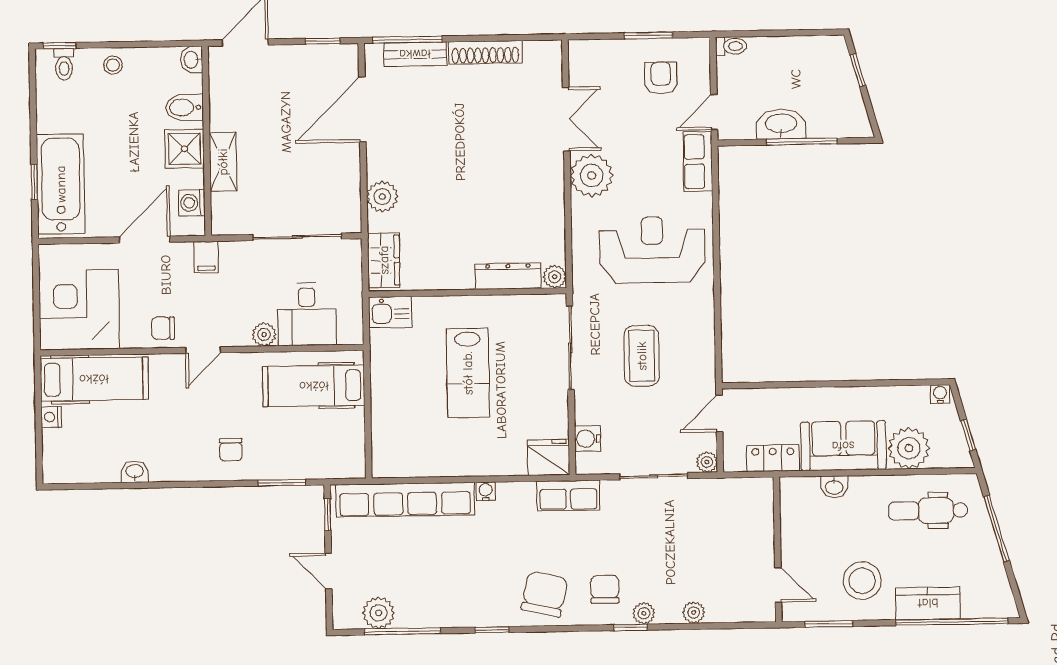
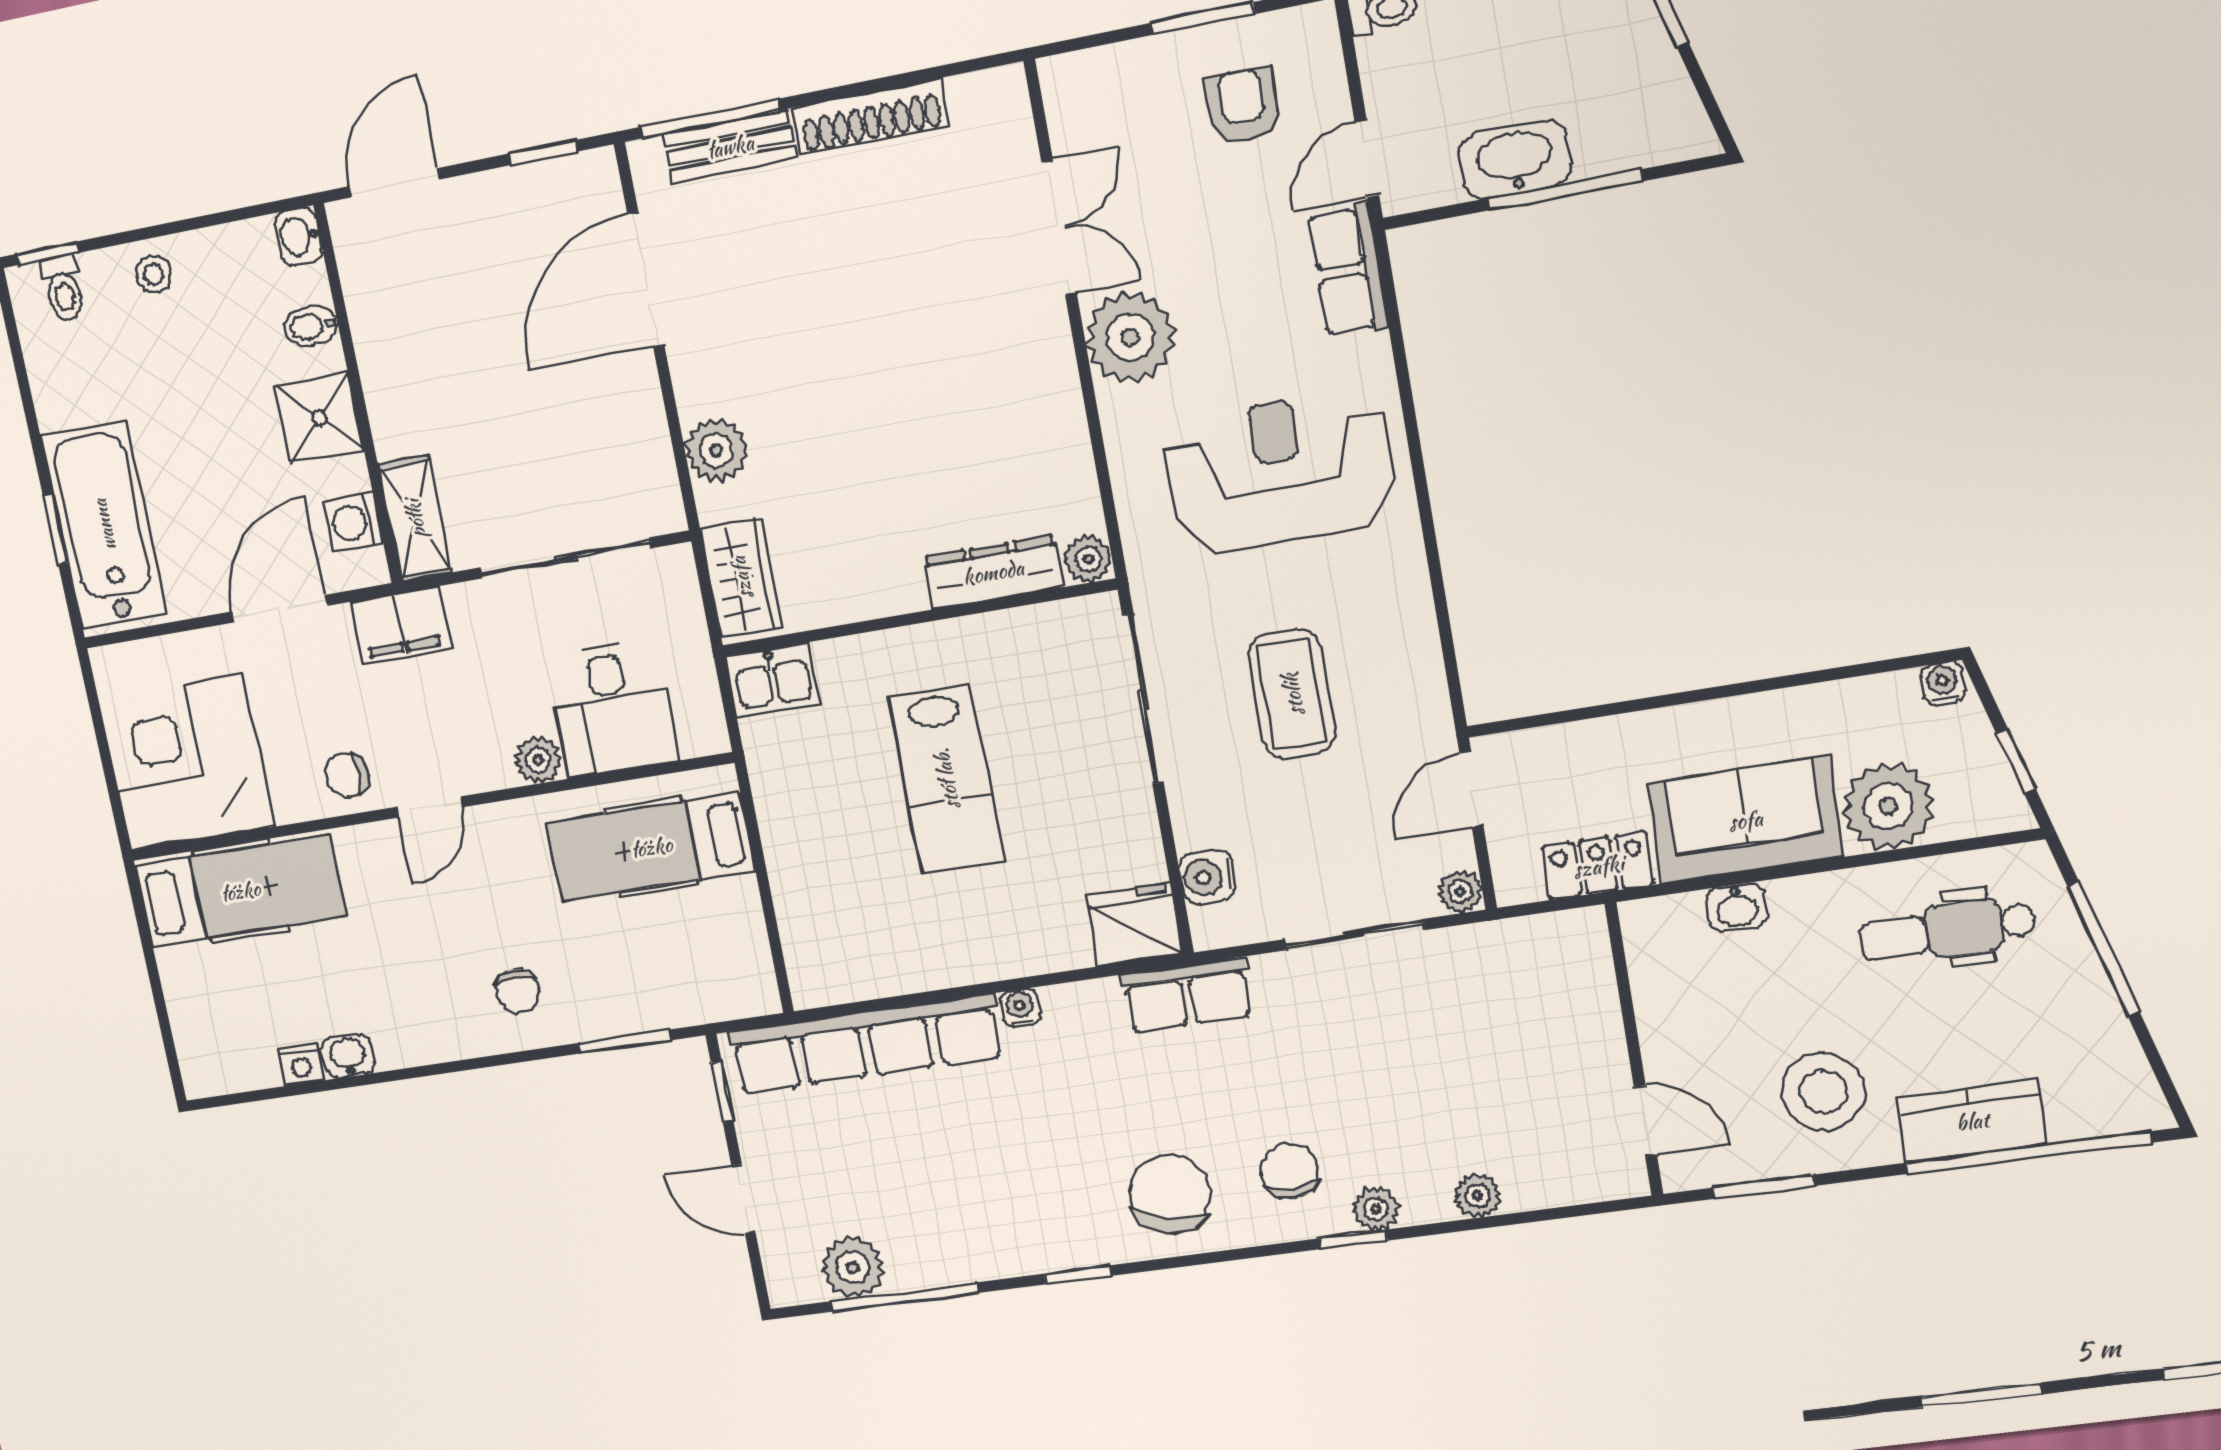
bidet: (184, 107) -> (311, 326), width x0.72, depth x0.74
shelving: (223, 162) -> (415, 519), moved
filing cabinet: (206, 257) -> (401, 625), width x2.00
nightstand: (51, 417) -> (301, 1064), moved, turned -90

